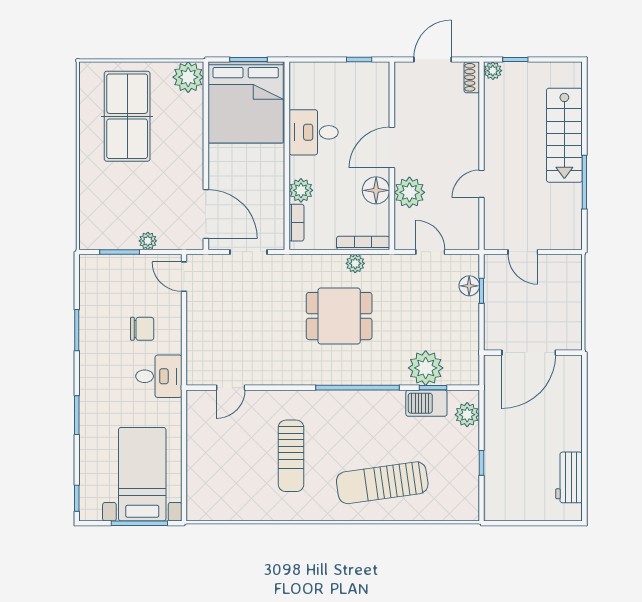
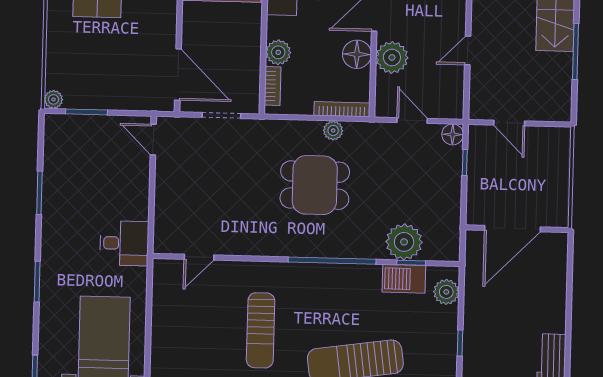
plant: (148, 241) -> (53, 99), moved
floor lamp: (469, 286) -> (453, 134), moved
chair: (142, 329) -> (108, 193), removed

